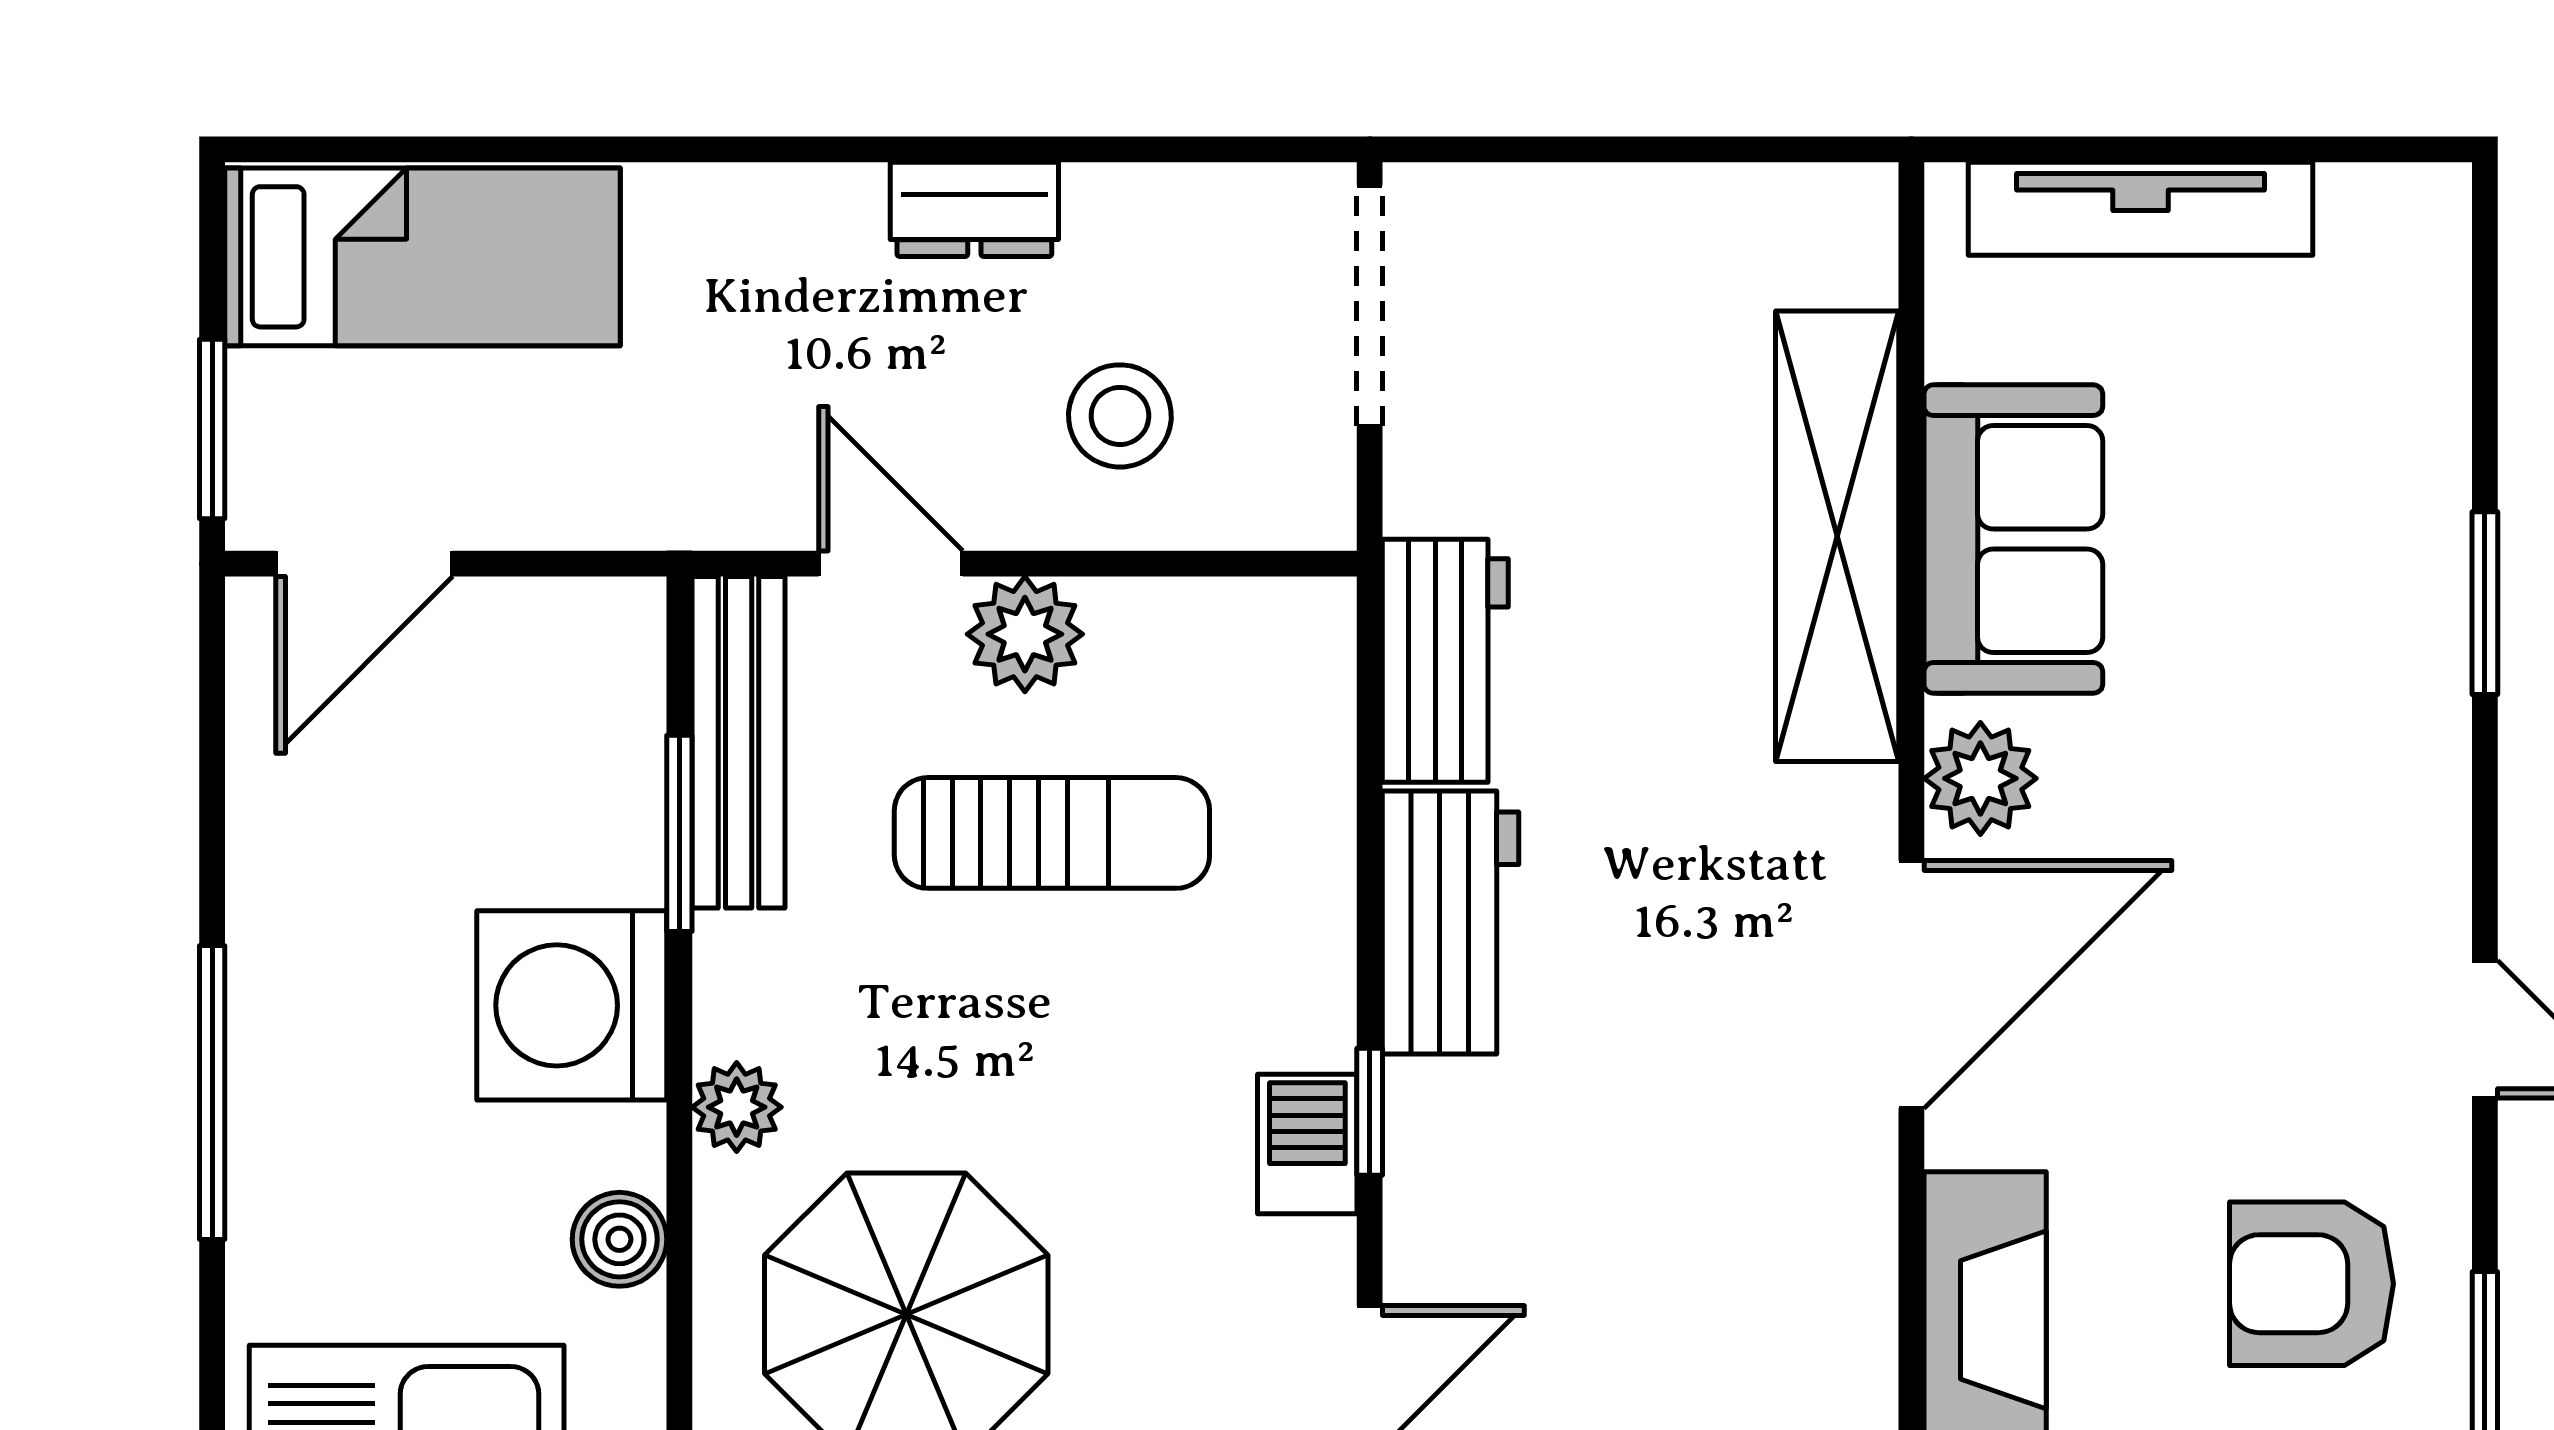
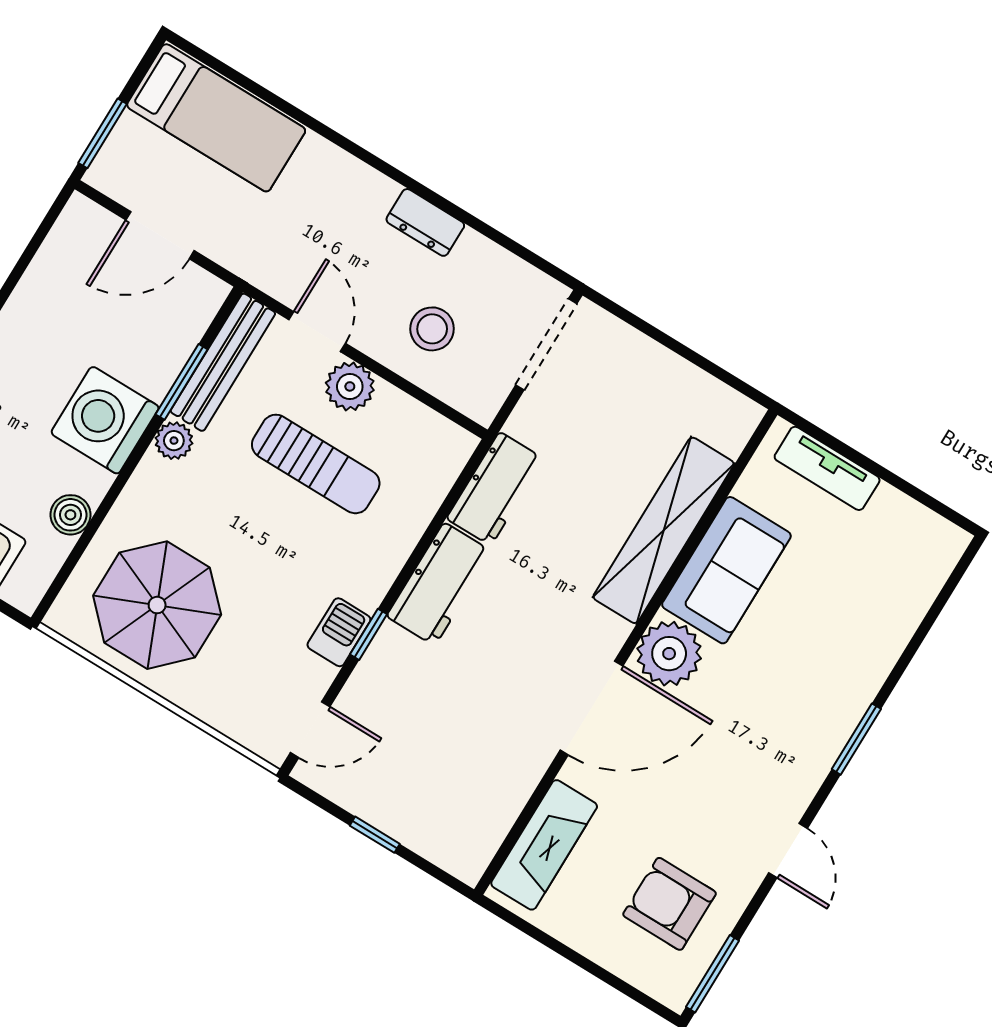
tv unit: (2141, 209) -> (827, 468), width x0.71
door: (364, 564) -> (160, 235), moved
window: (2485, 603) -> (856, 739), moved
plant: (1980, 778) -> (669, 654), width x1.36, depth x1.36
plant: (737, 1107) -> (174, 441), moved

